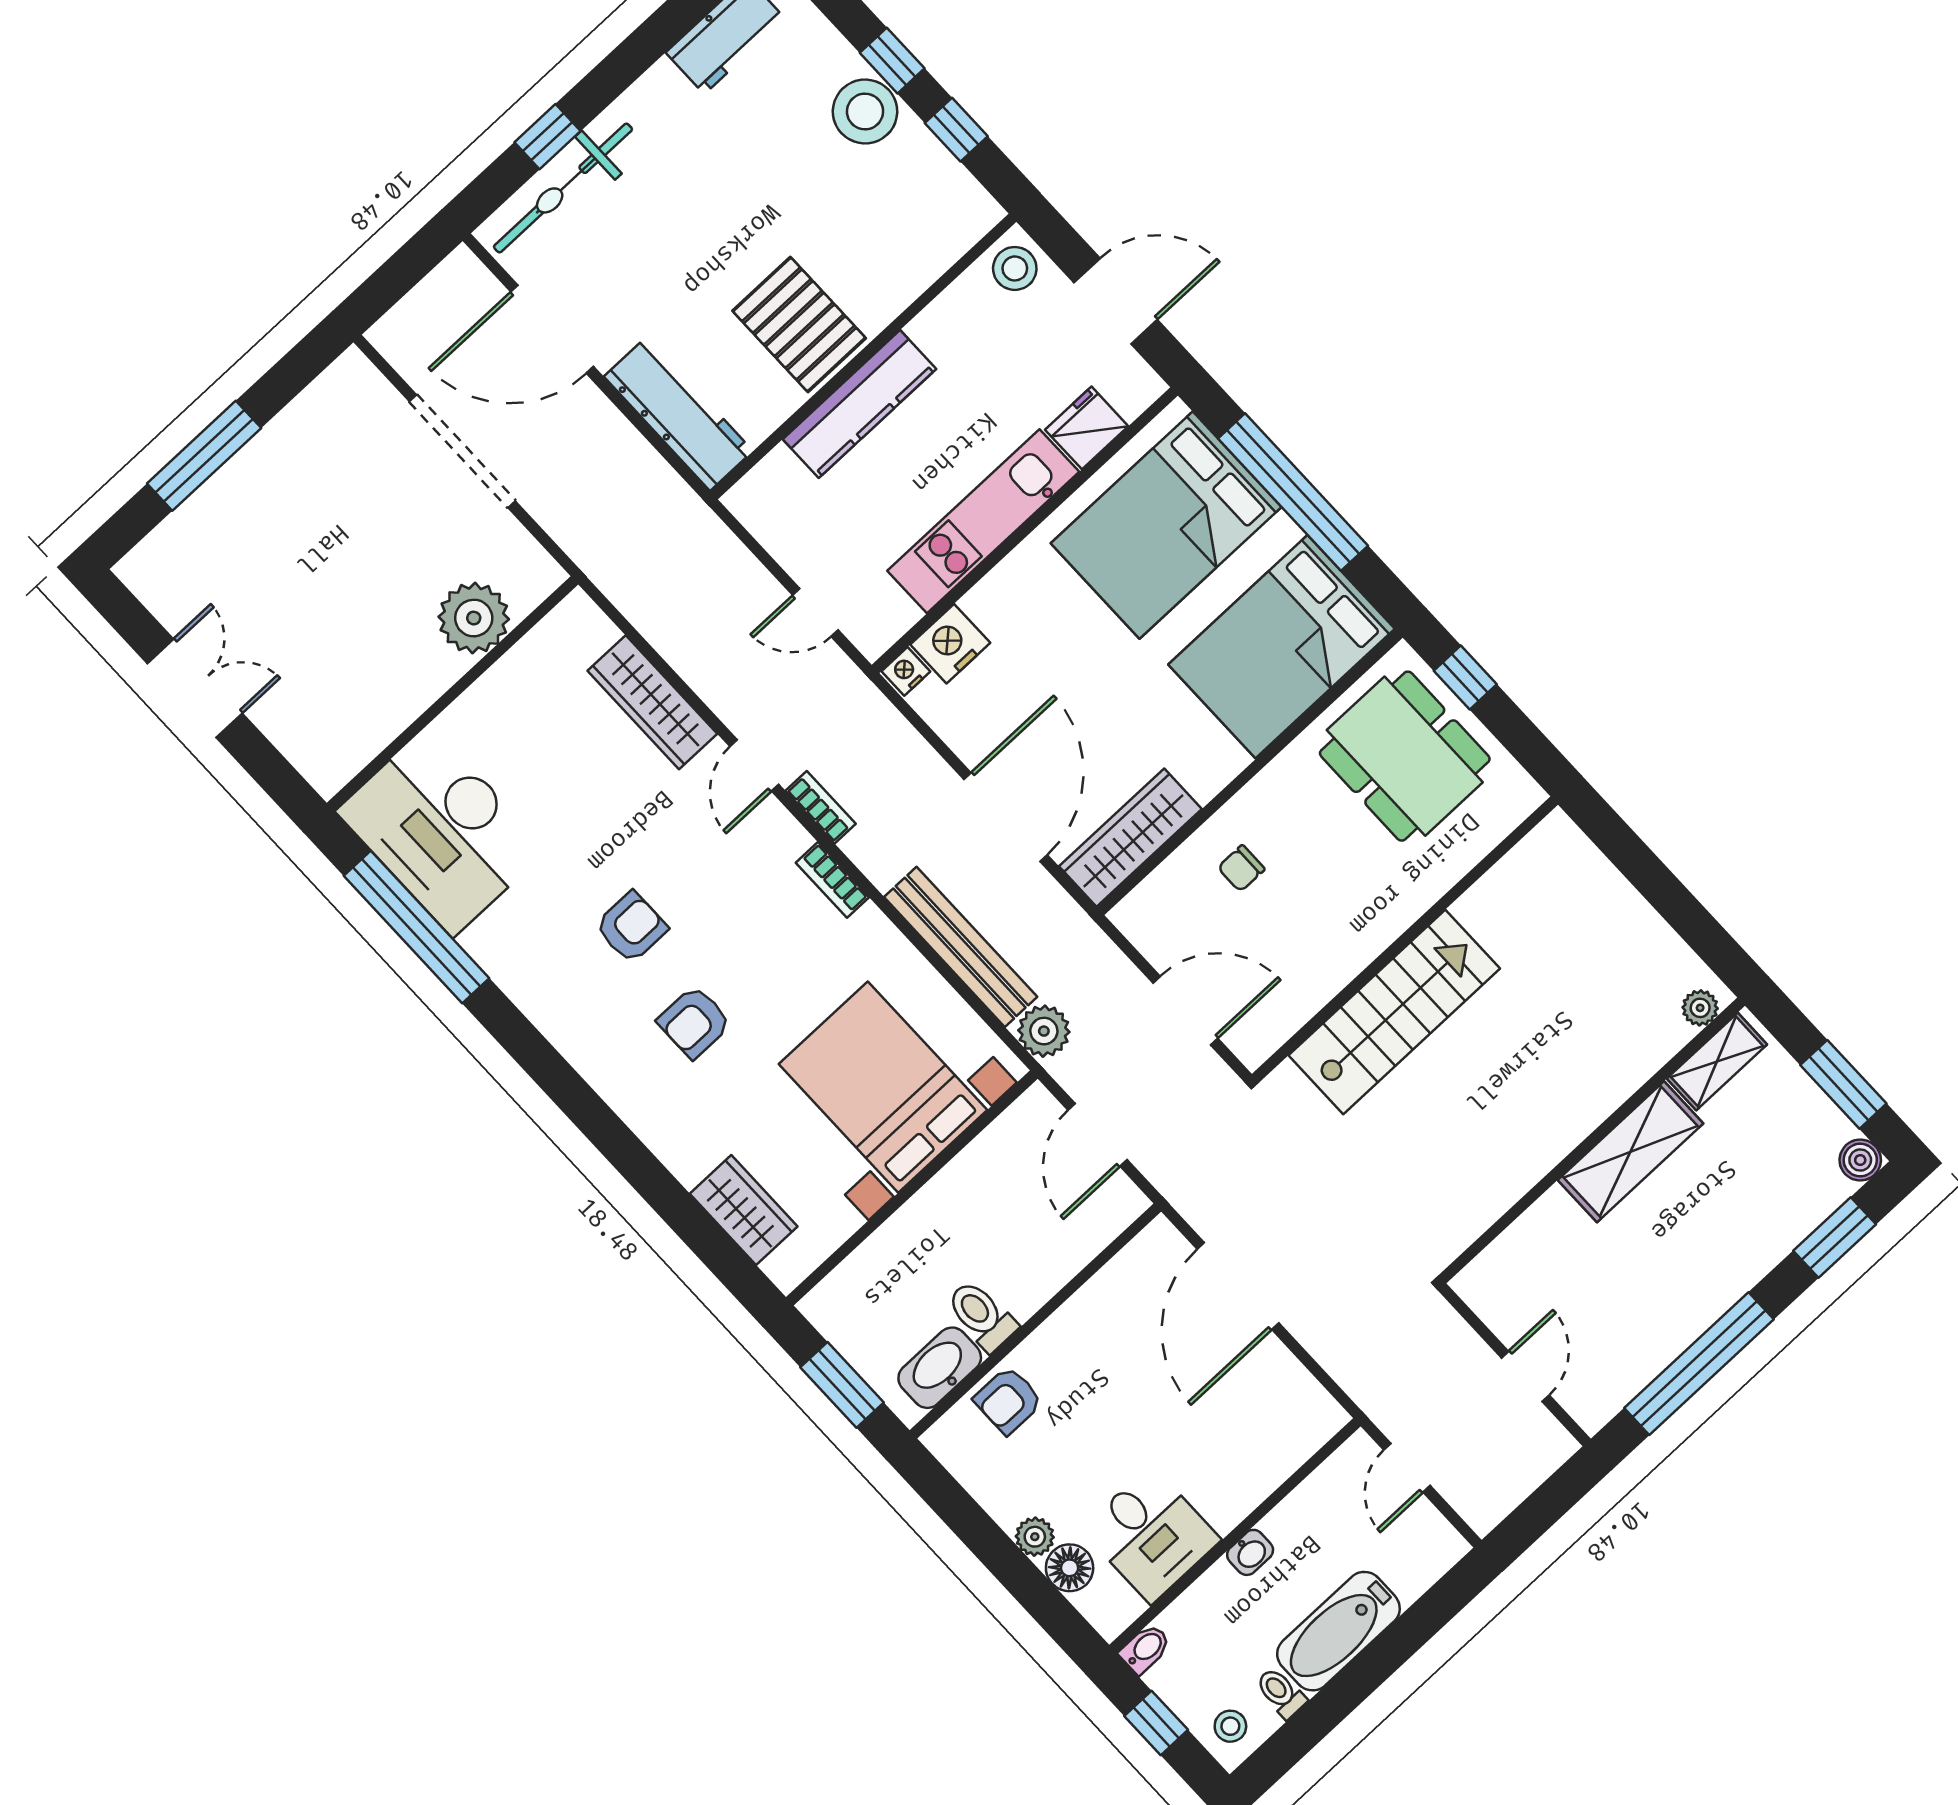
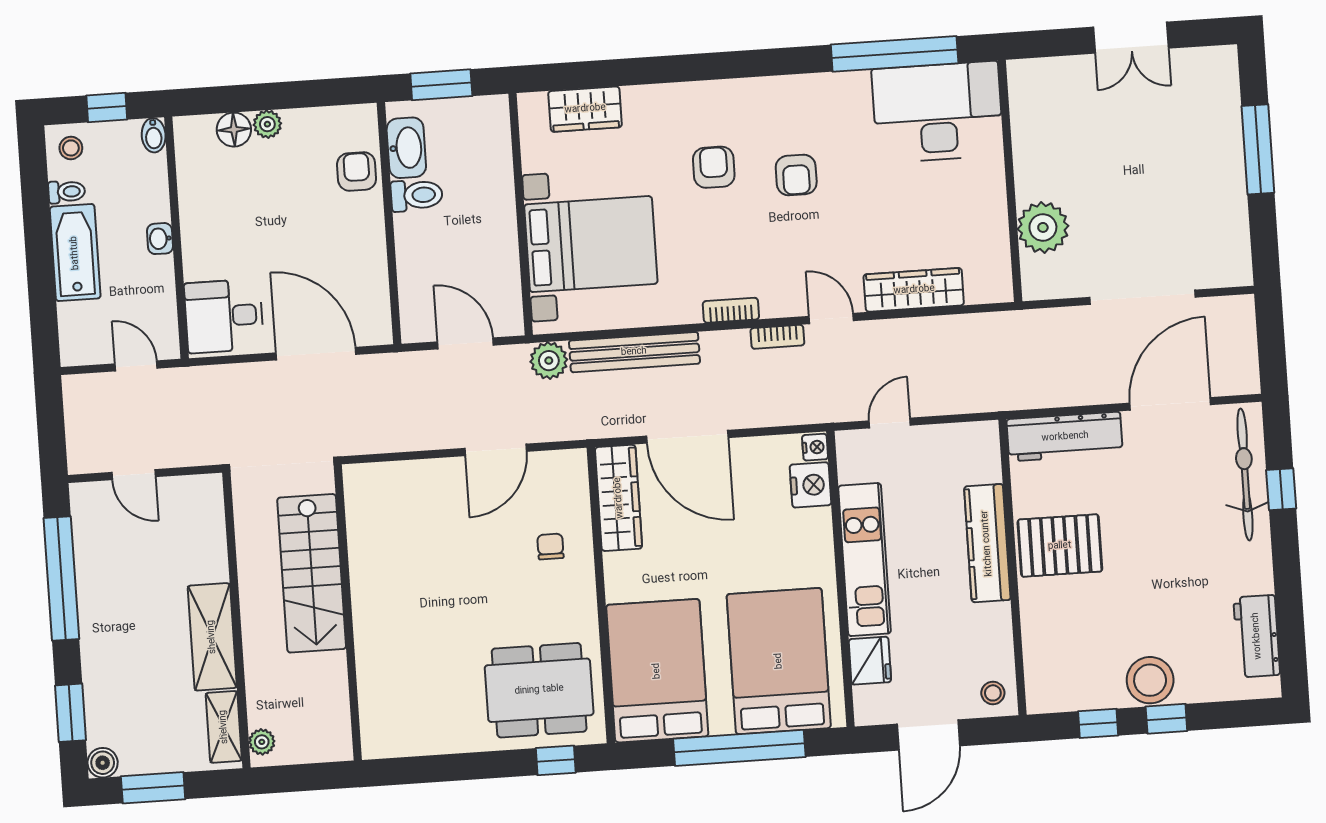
stool: (1015, 268) -> (993, 693), width x0.73, depth x0.73
wall: (1405, 939) -> (348, 612), moved
stairs: (1394, 1012) -> (312, 573), moved
desk: (1151, 1535) -> (224, 316), moved

